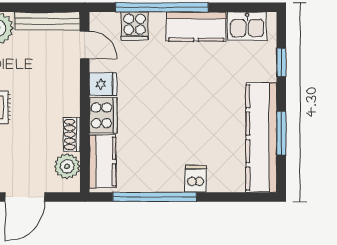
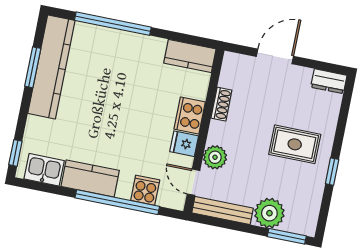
window: (281, 62) -> (15, 153), moved
kitchen counter: (103, 162) -> (190, 56), moved, turned -90
plant: (67, 166) -> (215, 157), moved
dishwasher: (196, 179) -> (118, 42), removed
window: (155, 197) -> (113, 24), moved

